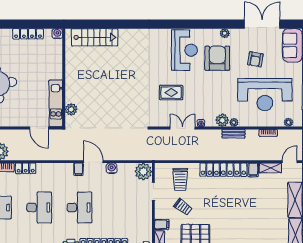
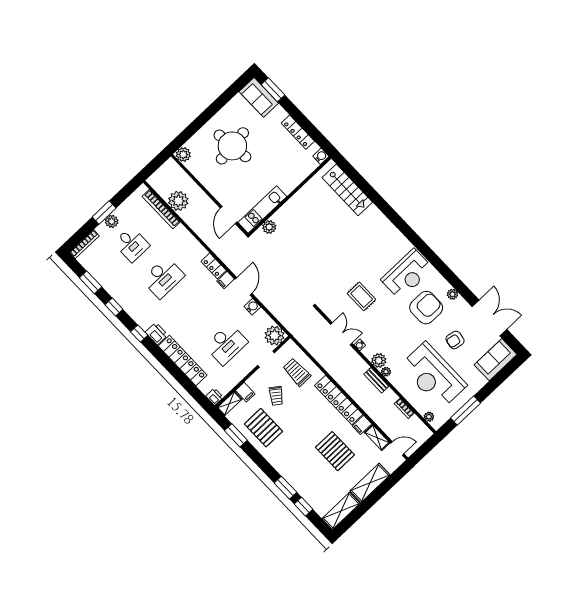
locker: (26, 168) -> (214, 266), moved
trolley: (180, 179) -> (297, 372), turned 90
pallet: (254, 203) -> (335, 451), added
desk: (79, 208) -> (226, 344), moved

